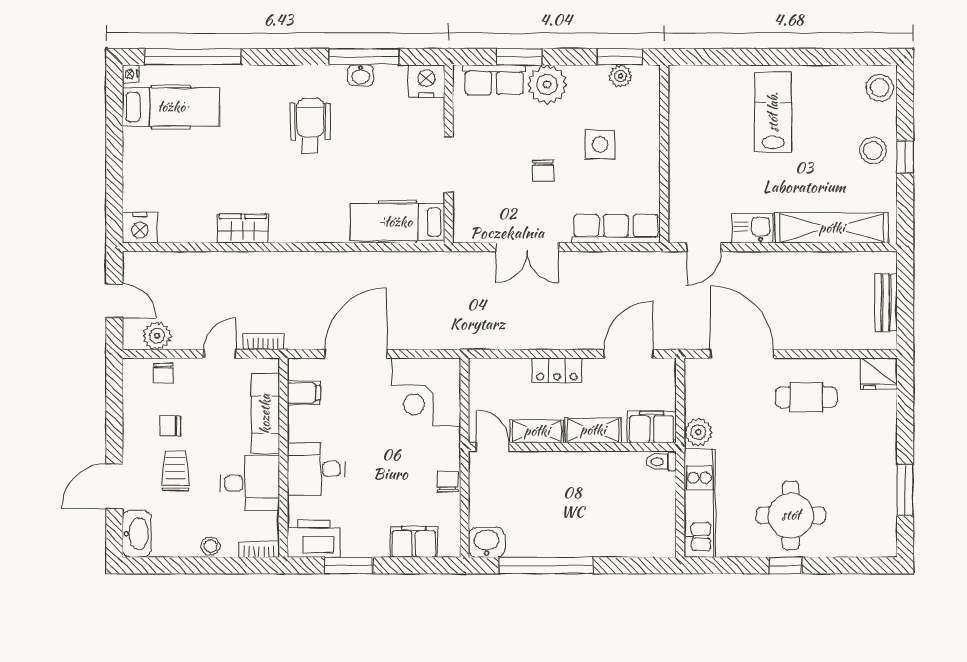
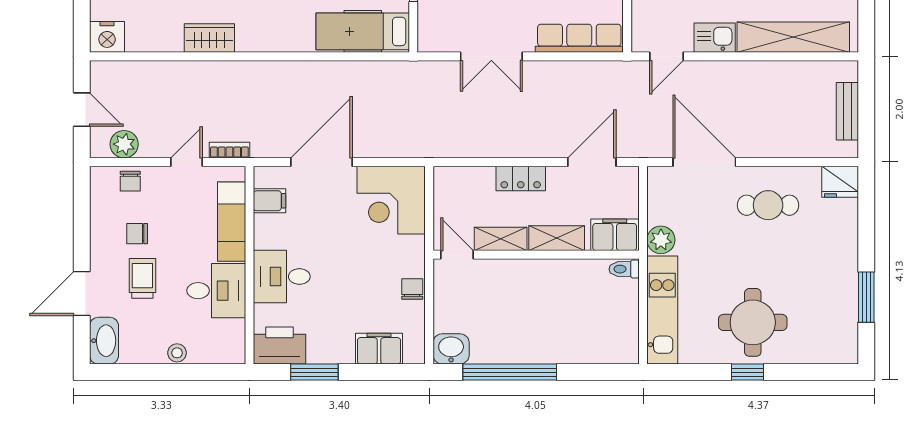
bookcase: (259, 549) -> (225, 356), removed

